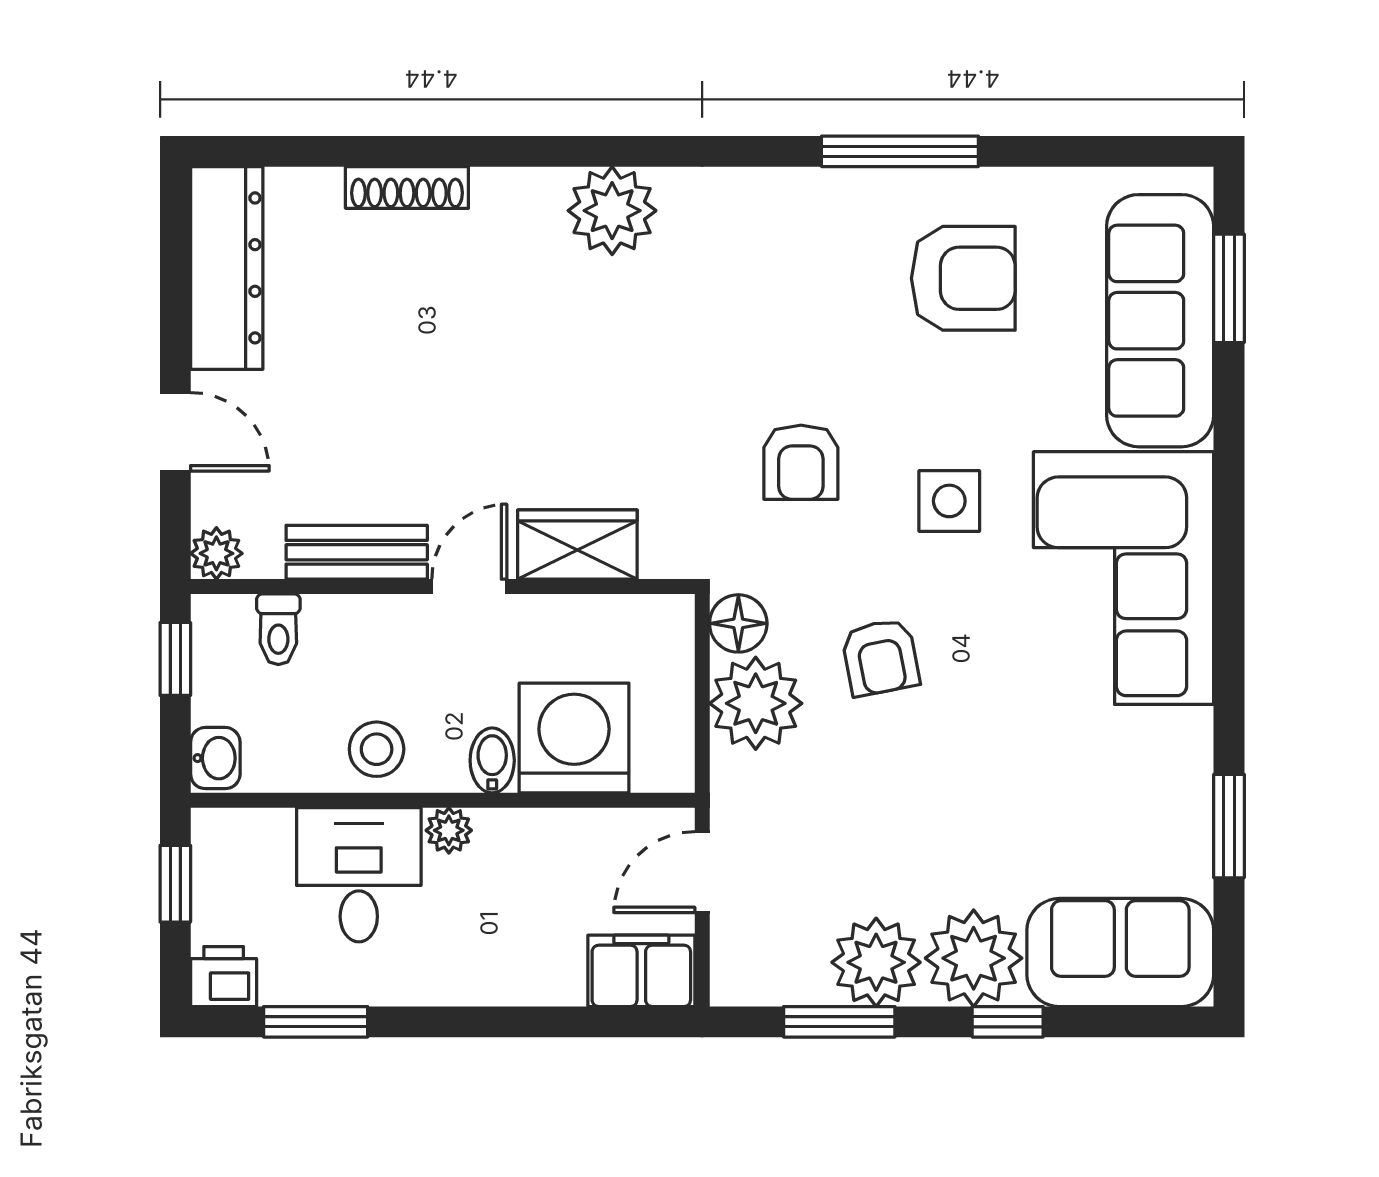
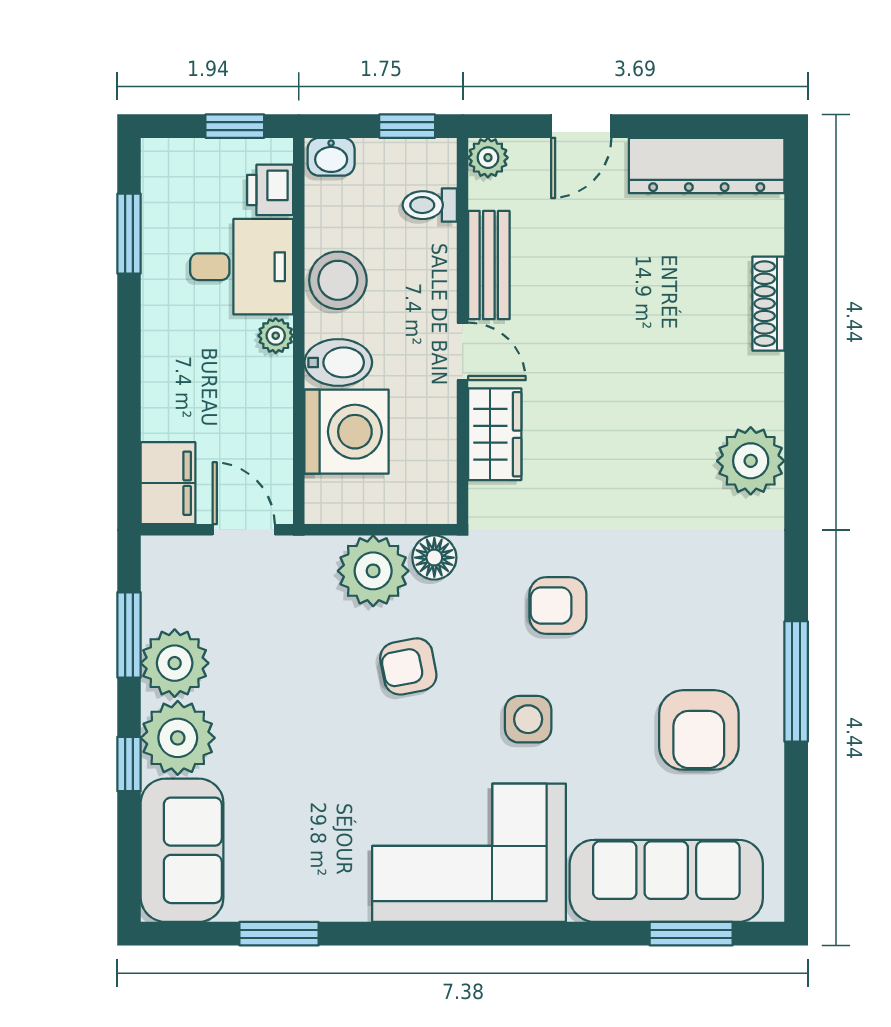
stool: (377, 749) -> (338, 280), width x1.38, depth x1.38
bidet: (492, 760) -> (338, 362), width x1.38, depth x1.36
printer: (224, 977) -> (270, 190), moved, turned 180

